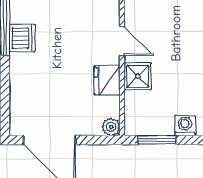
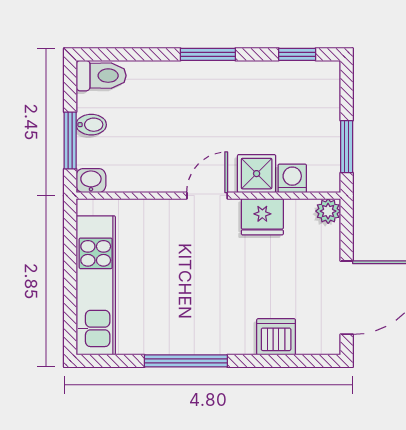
dishwasher: (22, 38) -> (276, 337), moved
washing machine: (185, 126) -> (292, 178), moved, turned 90

